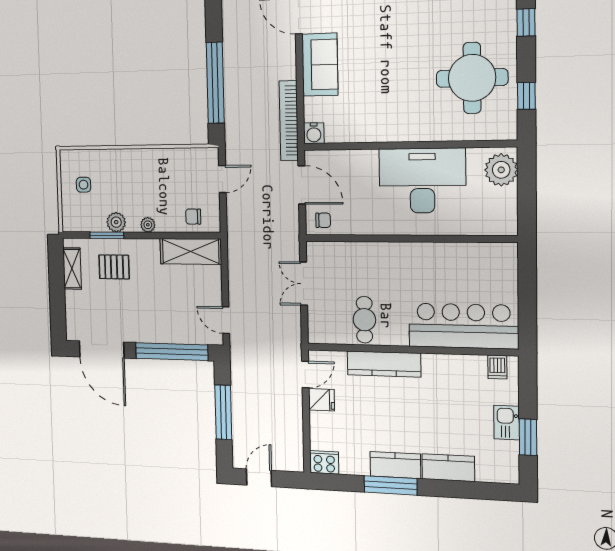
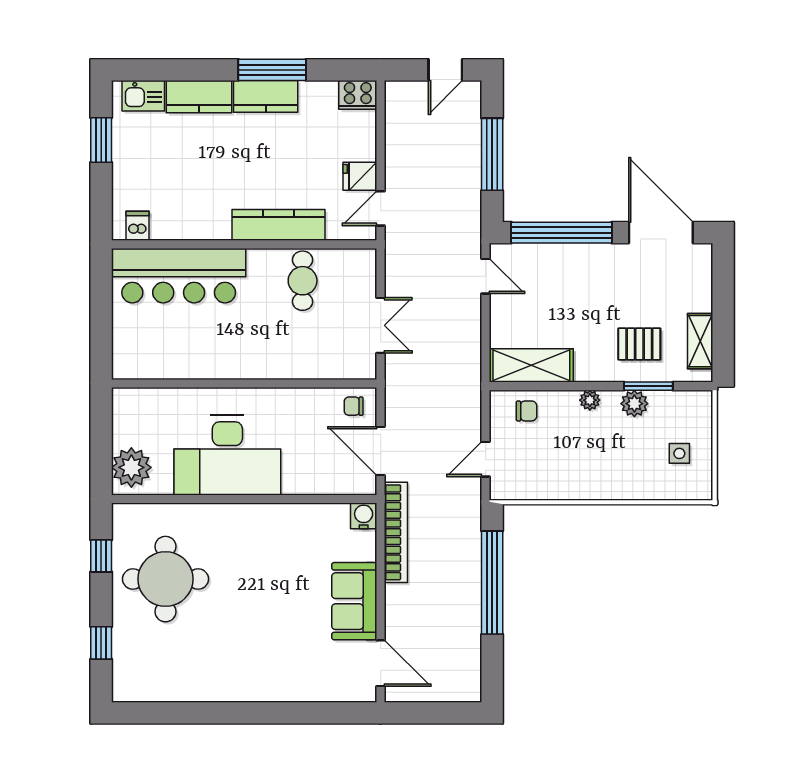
kitchen sink: (507, 423) -> (143, 96), moved, turned 90

